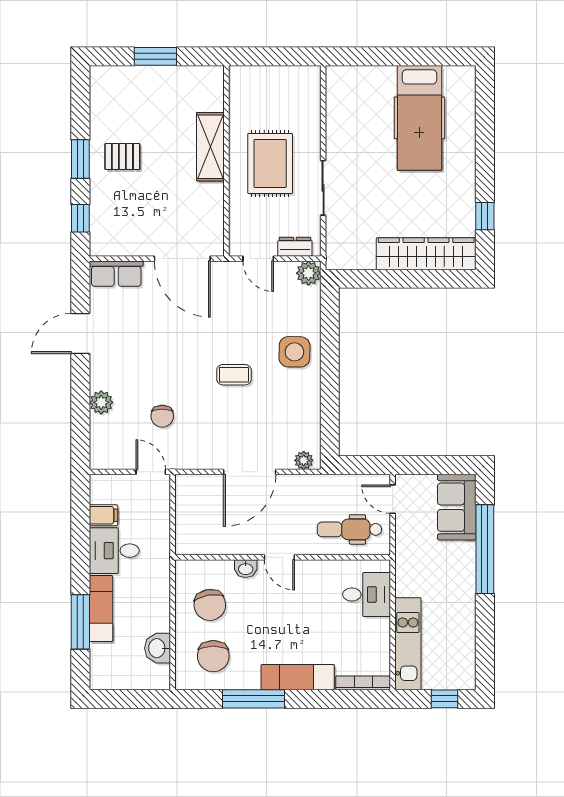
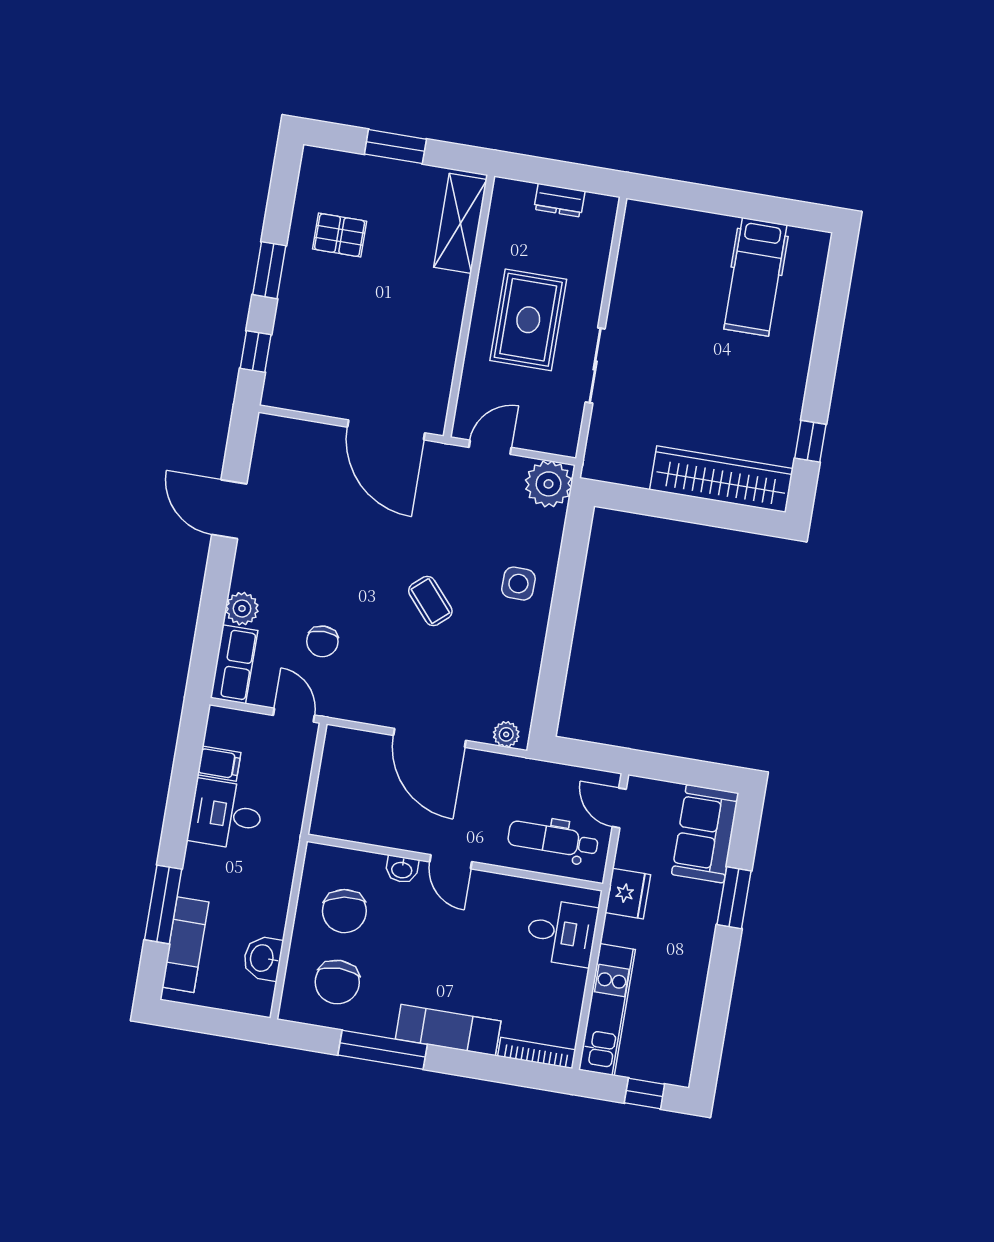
hospital bed: (419, 118) -> (755, 277), width x0.73, depth x0.78
shelving: (210, 147) -> (460, 223), moved
pallet: (122, 156) -> (340, 235), moved
dresser: (295, 247) -> (559, 200), moved, turned 180
door: (258, 259) -> (490, 447), swing flipped
plant: (308, 273) -> (548, 484), width x1.36, depth x1.36
row of seats: (116, 274) -> (234, 664), moved, turned -90
door: (80, 334) -> (229, 509), hinge flipped
side table: (294, 352) -> (518, 584), width x0.73, depth x0.73
coffee table: (234, 375) -> (430, 601), turned 49
door: (250, 472) -> (430, 738), hinge flipped
window: (485, 549) -> (734, 898), width x0.47
fridge: (409, 559) -> (628, 894), added
exam couch: (101, 608) -> (185, 945), moved

